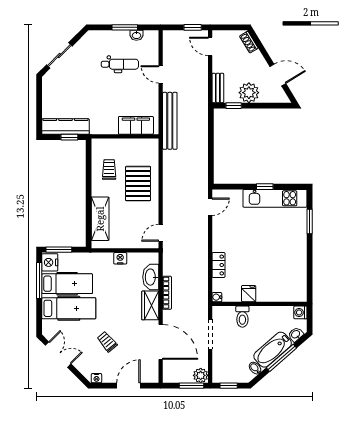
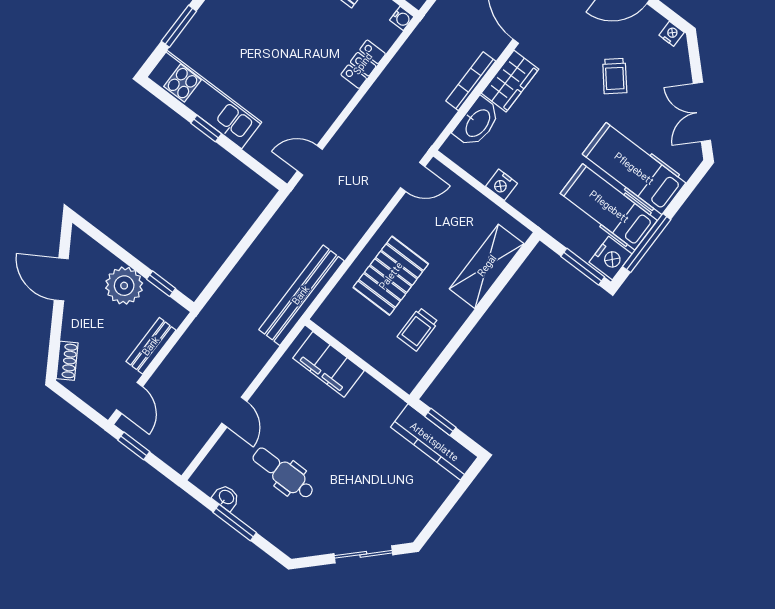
bench: (218, 88) -> (151, 346), moved
bench: (170, 121) -> (301, 295), moved

